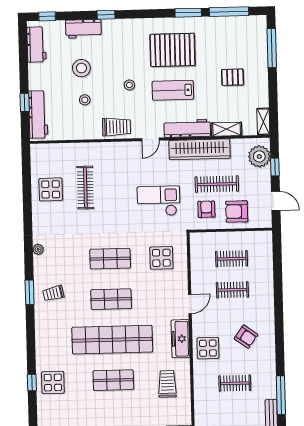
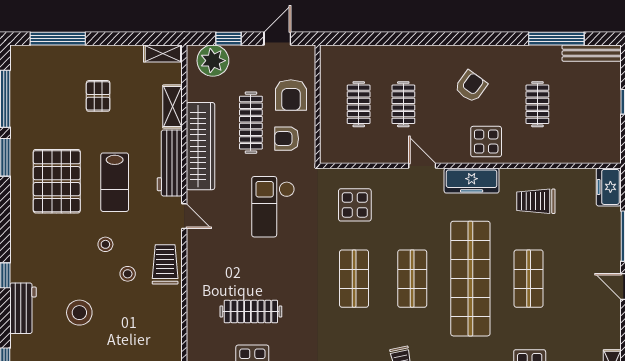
stool: (85, 100) -> (128, 274), moved

